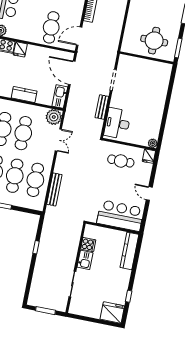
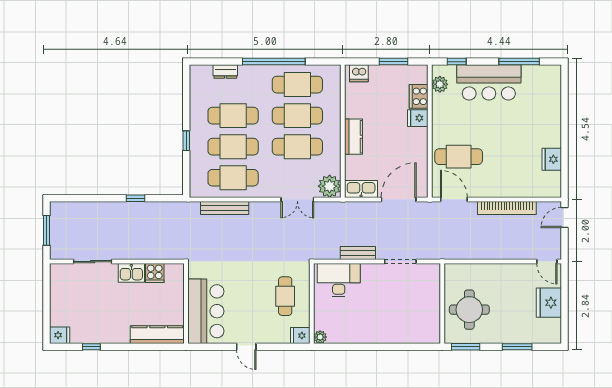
door: (149, 194) -> (246, 347), swing flipped
fridge: (112, 313) -> (60, 335), width x0.53, depth x0.75

